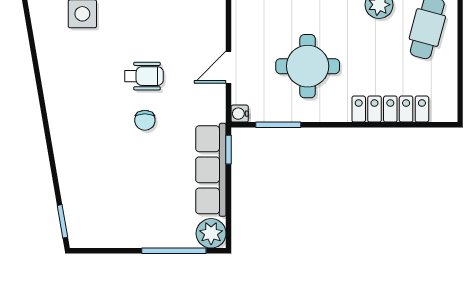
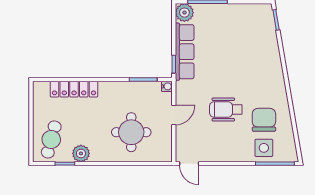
round table: (308, 66) -> (131, 132), moved
wheelchair: (144, 76) -> (226, 109), width x1.36, depth x1.37
chair: (145, 120) -> (264, 120), moved, width x1.87, depth x1.87

